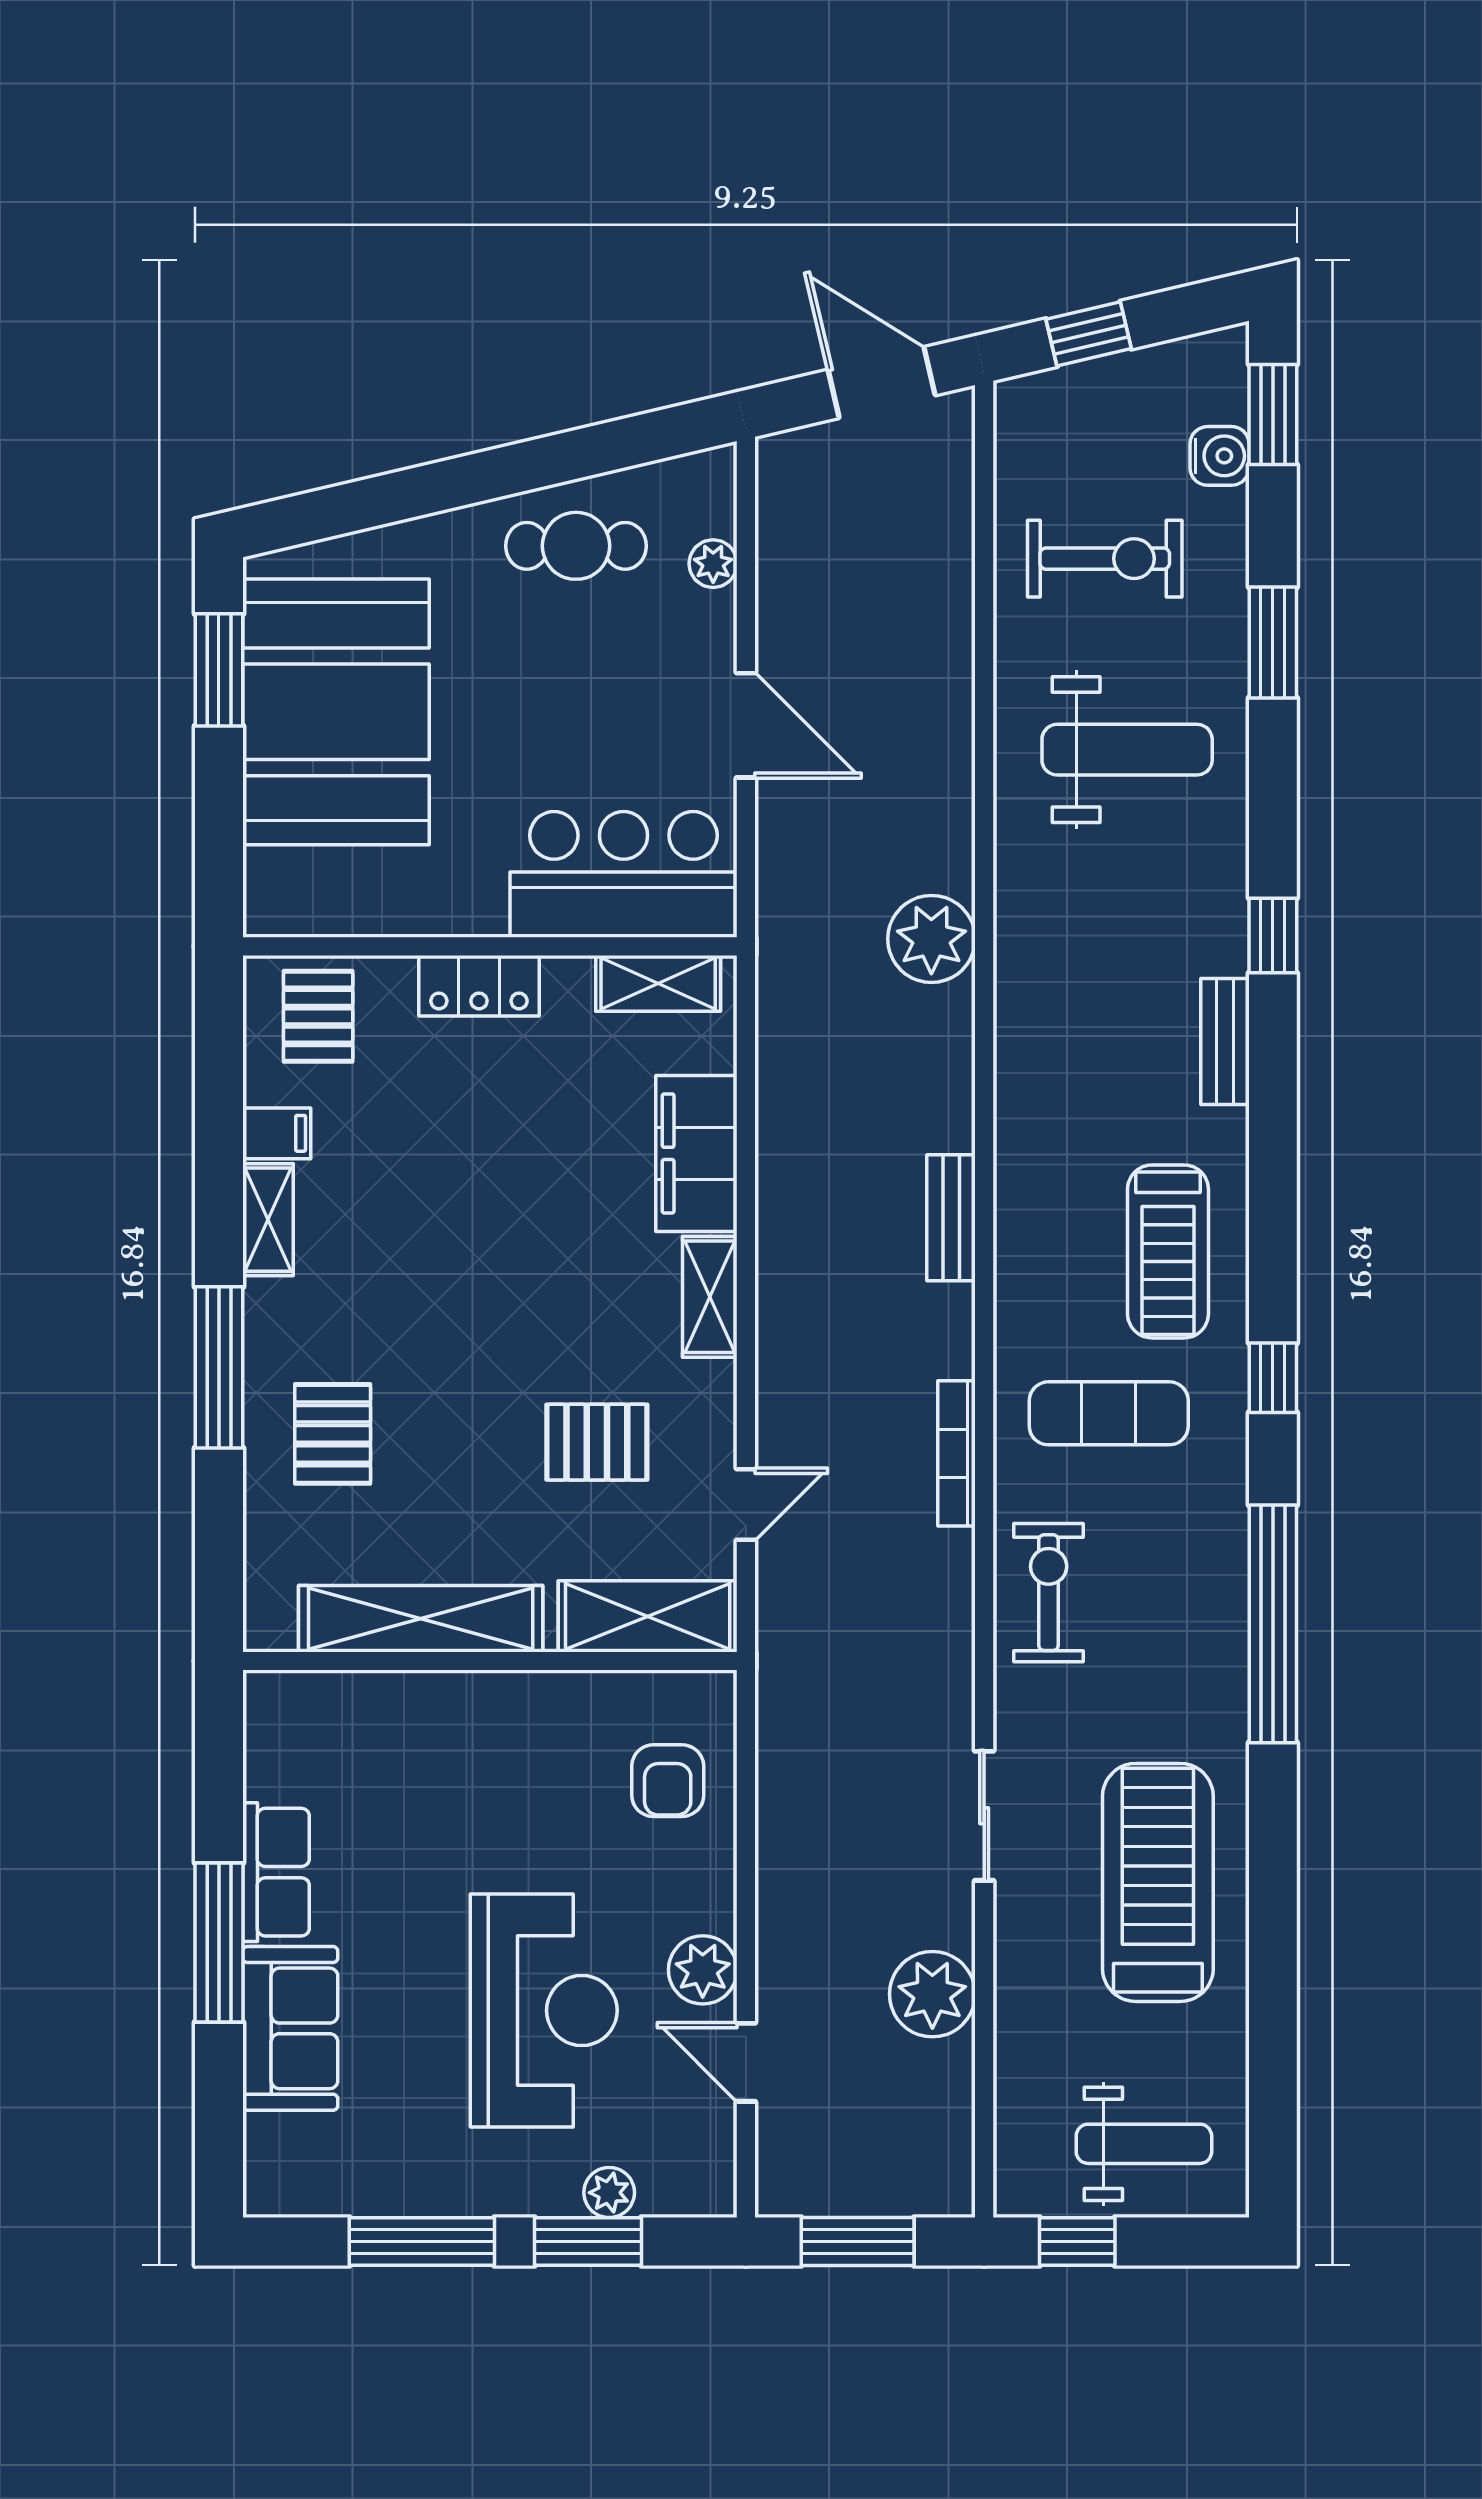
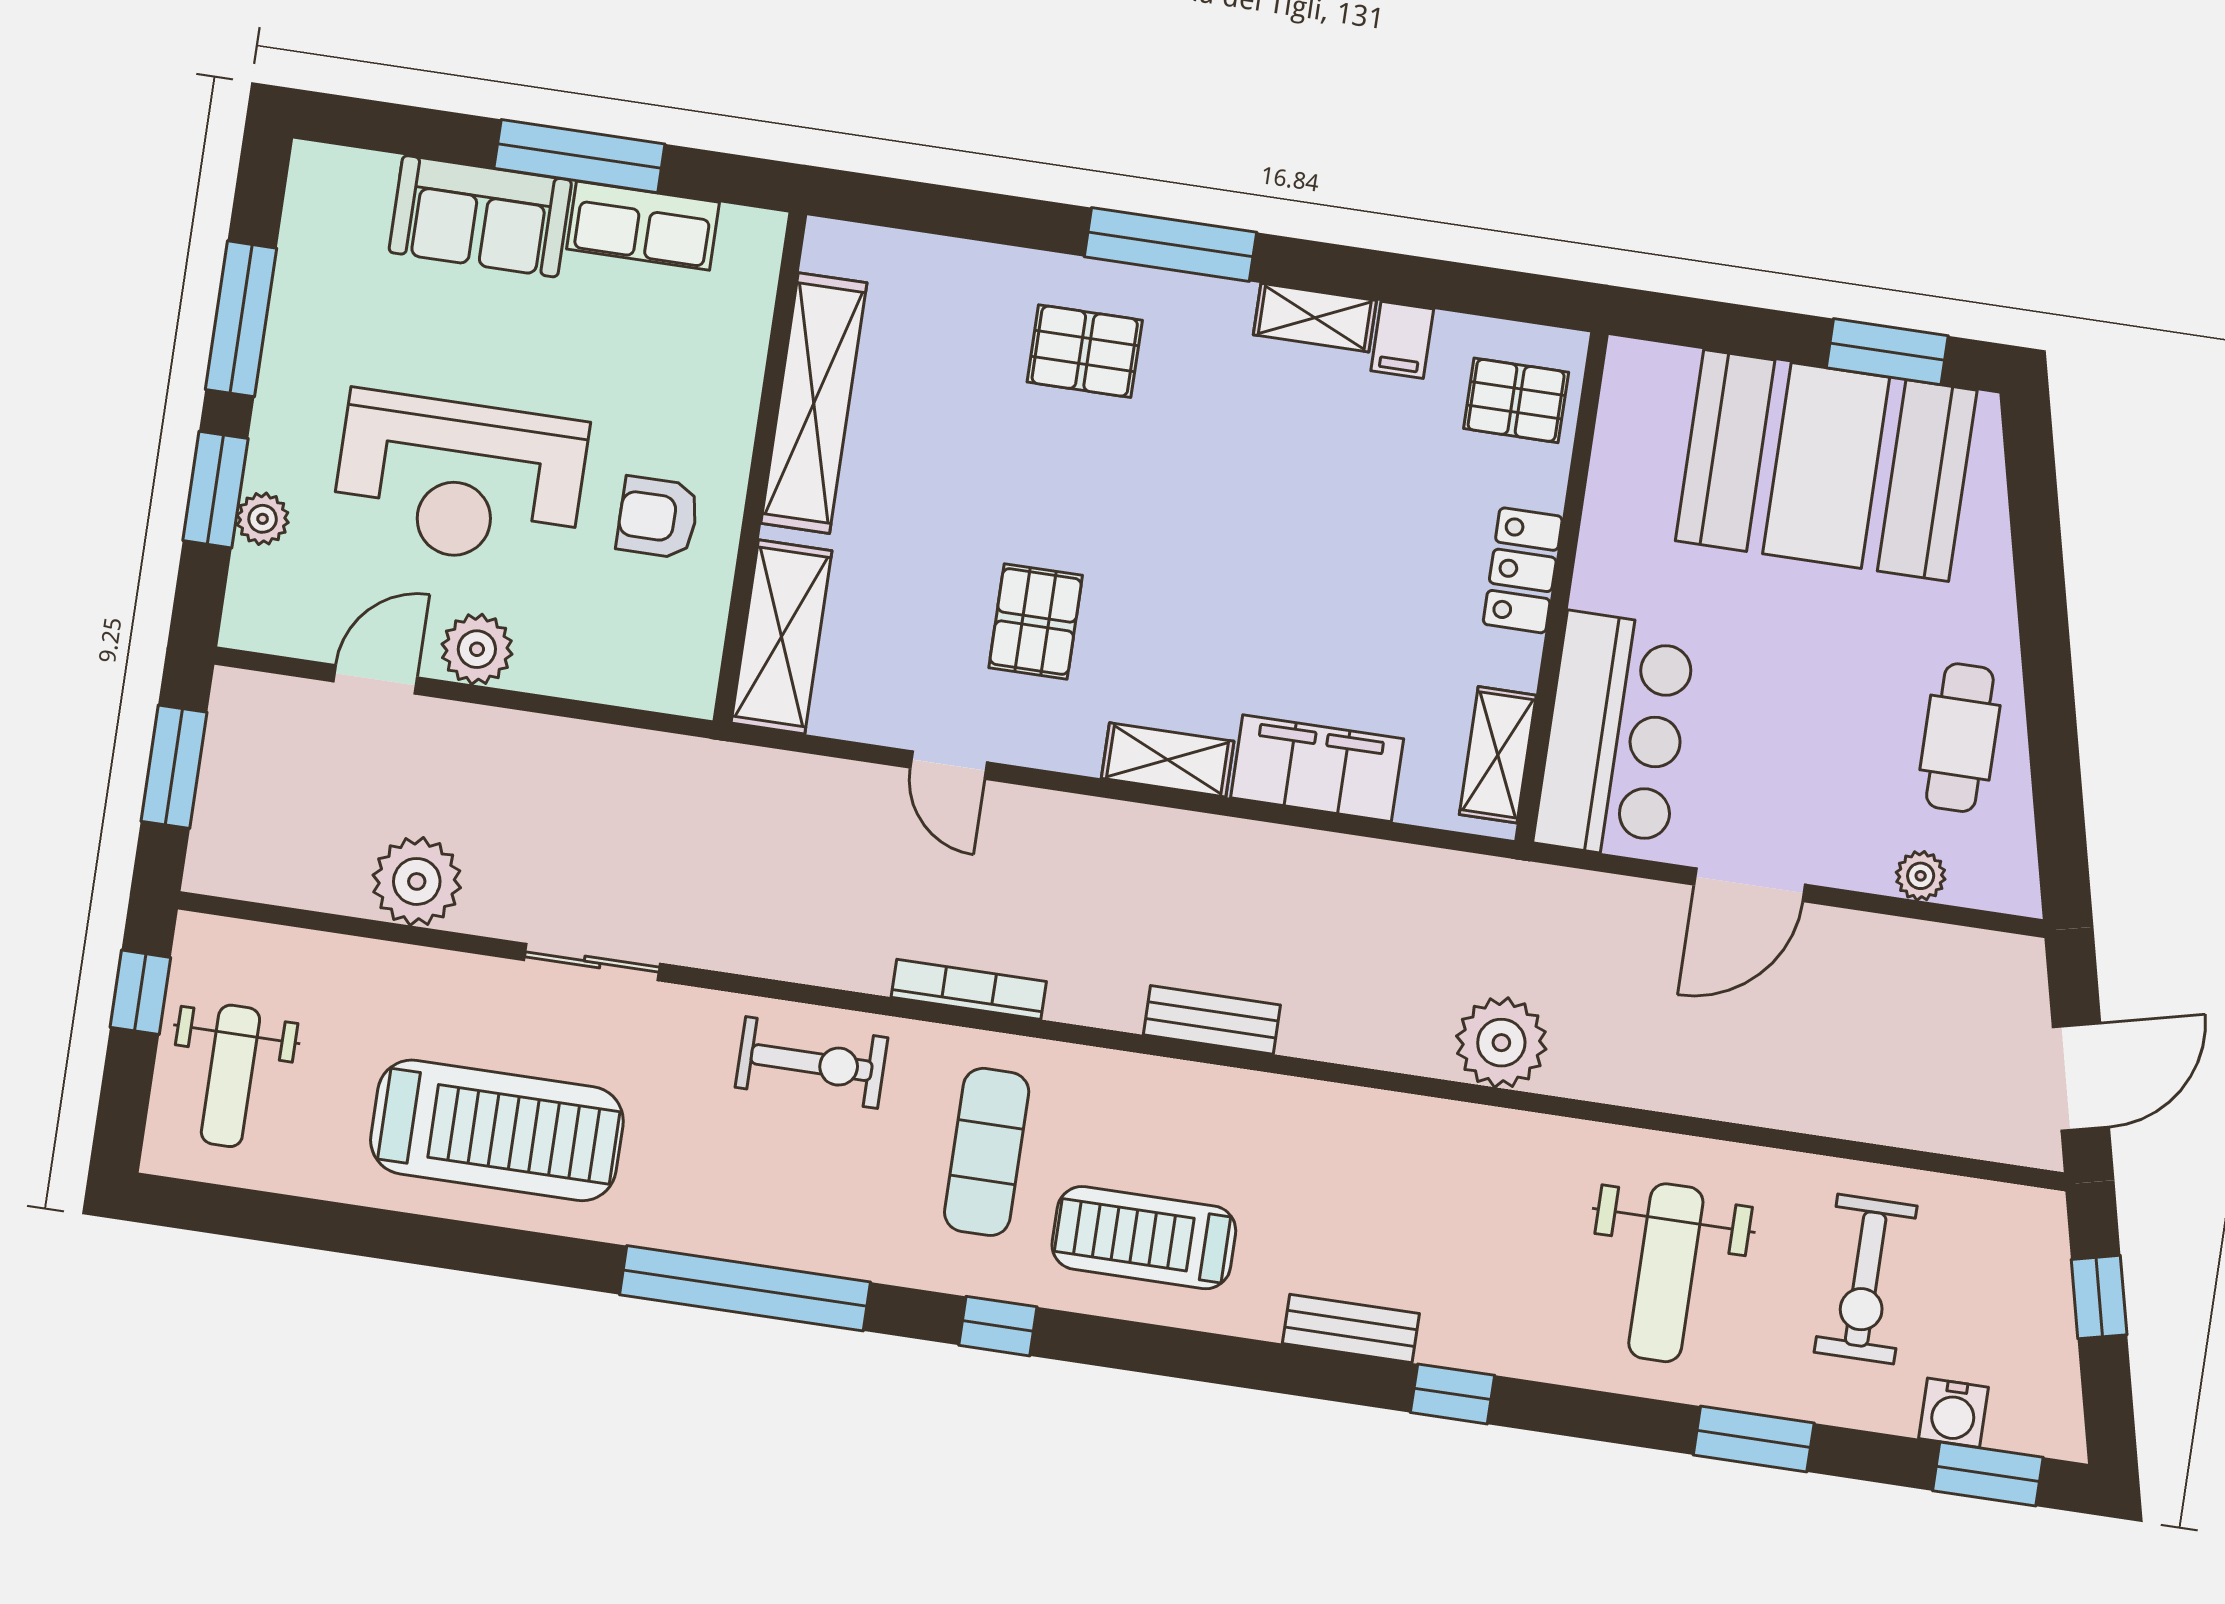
shelving: (648, 1616) -> (782, 637), moved
shelving: (421, 1619) -> (814, 403), moved
wall: (490, 1661) -> (760, 468), moved
armchair: (668, 1781) -> (658, 517), moved

